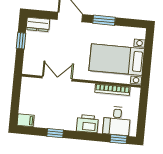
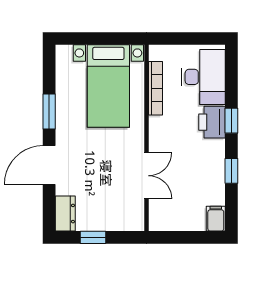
double door: (57, 79) -> (146, 176), swing flipped
desk: (117, 121) -> (203, 77), width x1.37
window: (119, 139) -> (231, 121), moved

